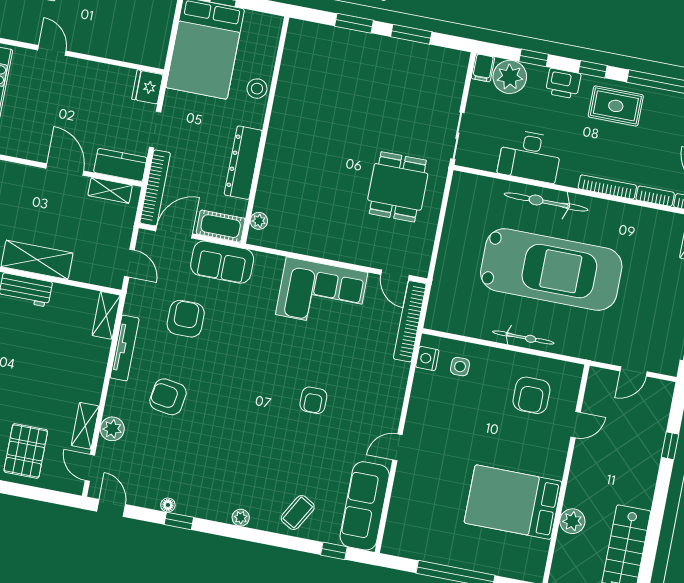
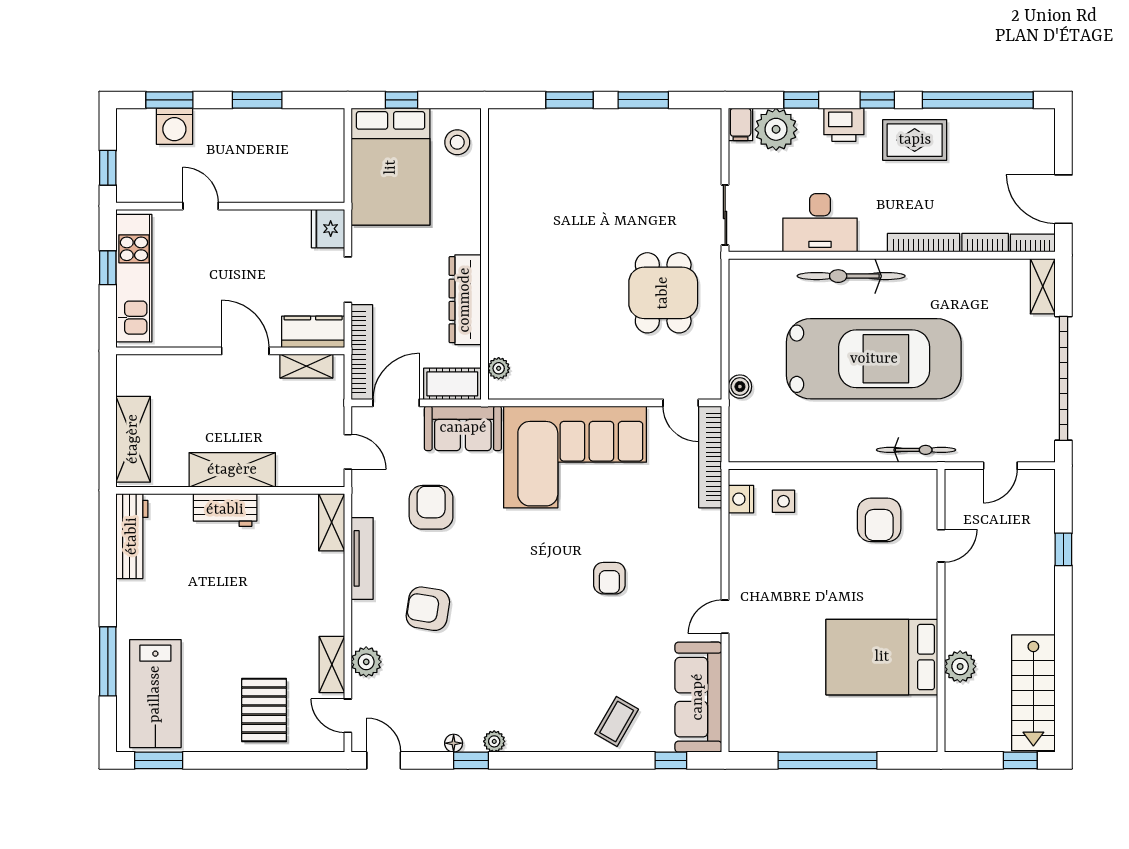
stool: (257, 89) -> (457, 142), moved
boiler: (443, 271) -> (740, 387), added
corner sofa: (322, 294) -> (575, 457), width x1.36, depth x1.36
bicycle: (523, 337) -> (916, 450), moved
plant: (241, 518) -> (494, 741), moved

